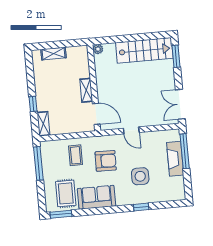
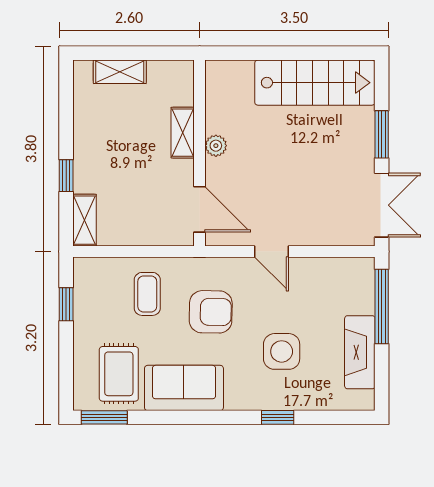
plant: (98, 49) -> (216, 146), moved
window: (176, 56) -> (382, 134), moved
shelving: (86, 90) -> (183, 133), moved
double door: (180, 104) -> (382, 205), swing flipped
fireplace: (175, 159) -> (360, 352), moved
window: (38, 163) -> (66, 304), width x0.46

